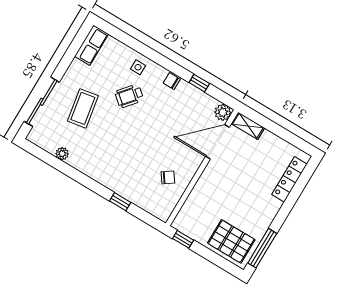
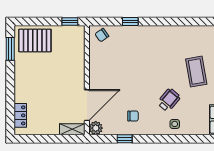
chair: (172, 81) -> (133, 116), moved
plant: (62, 154) -> (192, 31), removed
chair: (168, 177) -> (102, 35), moved
locker: (289, 179) -> (20, 115), width x0.66
window: (262, 248) -> (10, 49), width x0.69

